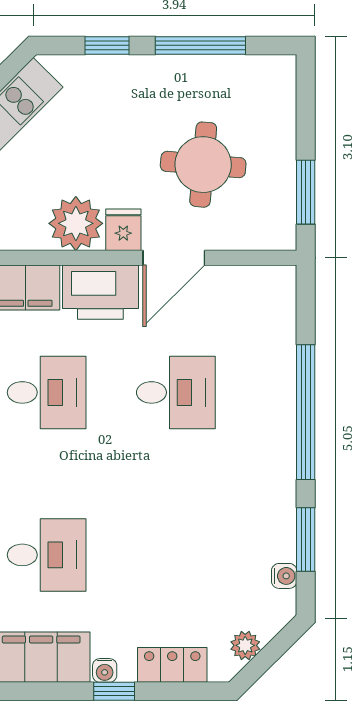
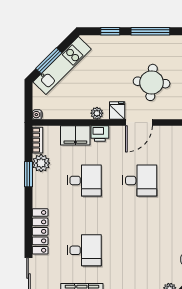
plant: (76, 223) -> (97, 113), width x0.53, depth x0.53
printer: (100, 292) -> (100, 134), width x0.53, depth x0.68

